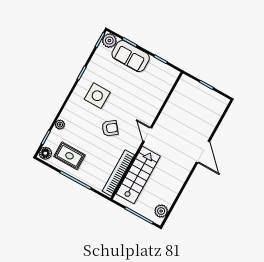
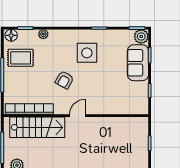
armchair: (110, 128) -> (64, 80), turned 67
rug: (69, 156) -> (21, 58), turned 90

